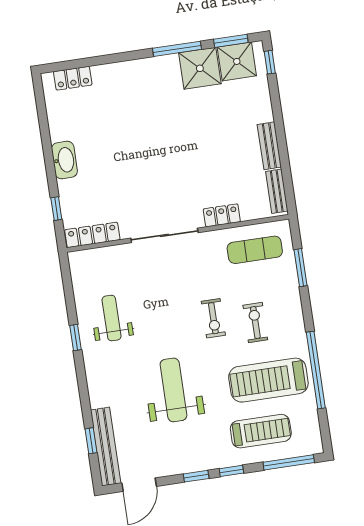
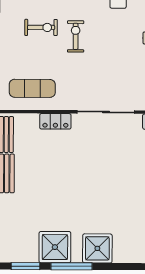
shower: (237, 61) -> (97, 248), moved
exercise bike: (255, 322) -> (41, 27), turned -90

